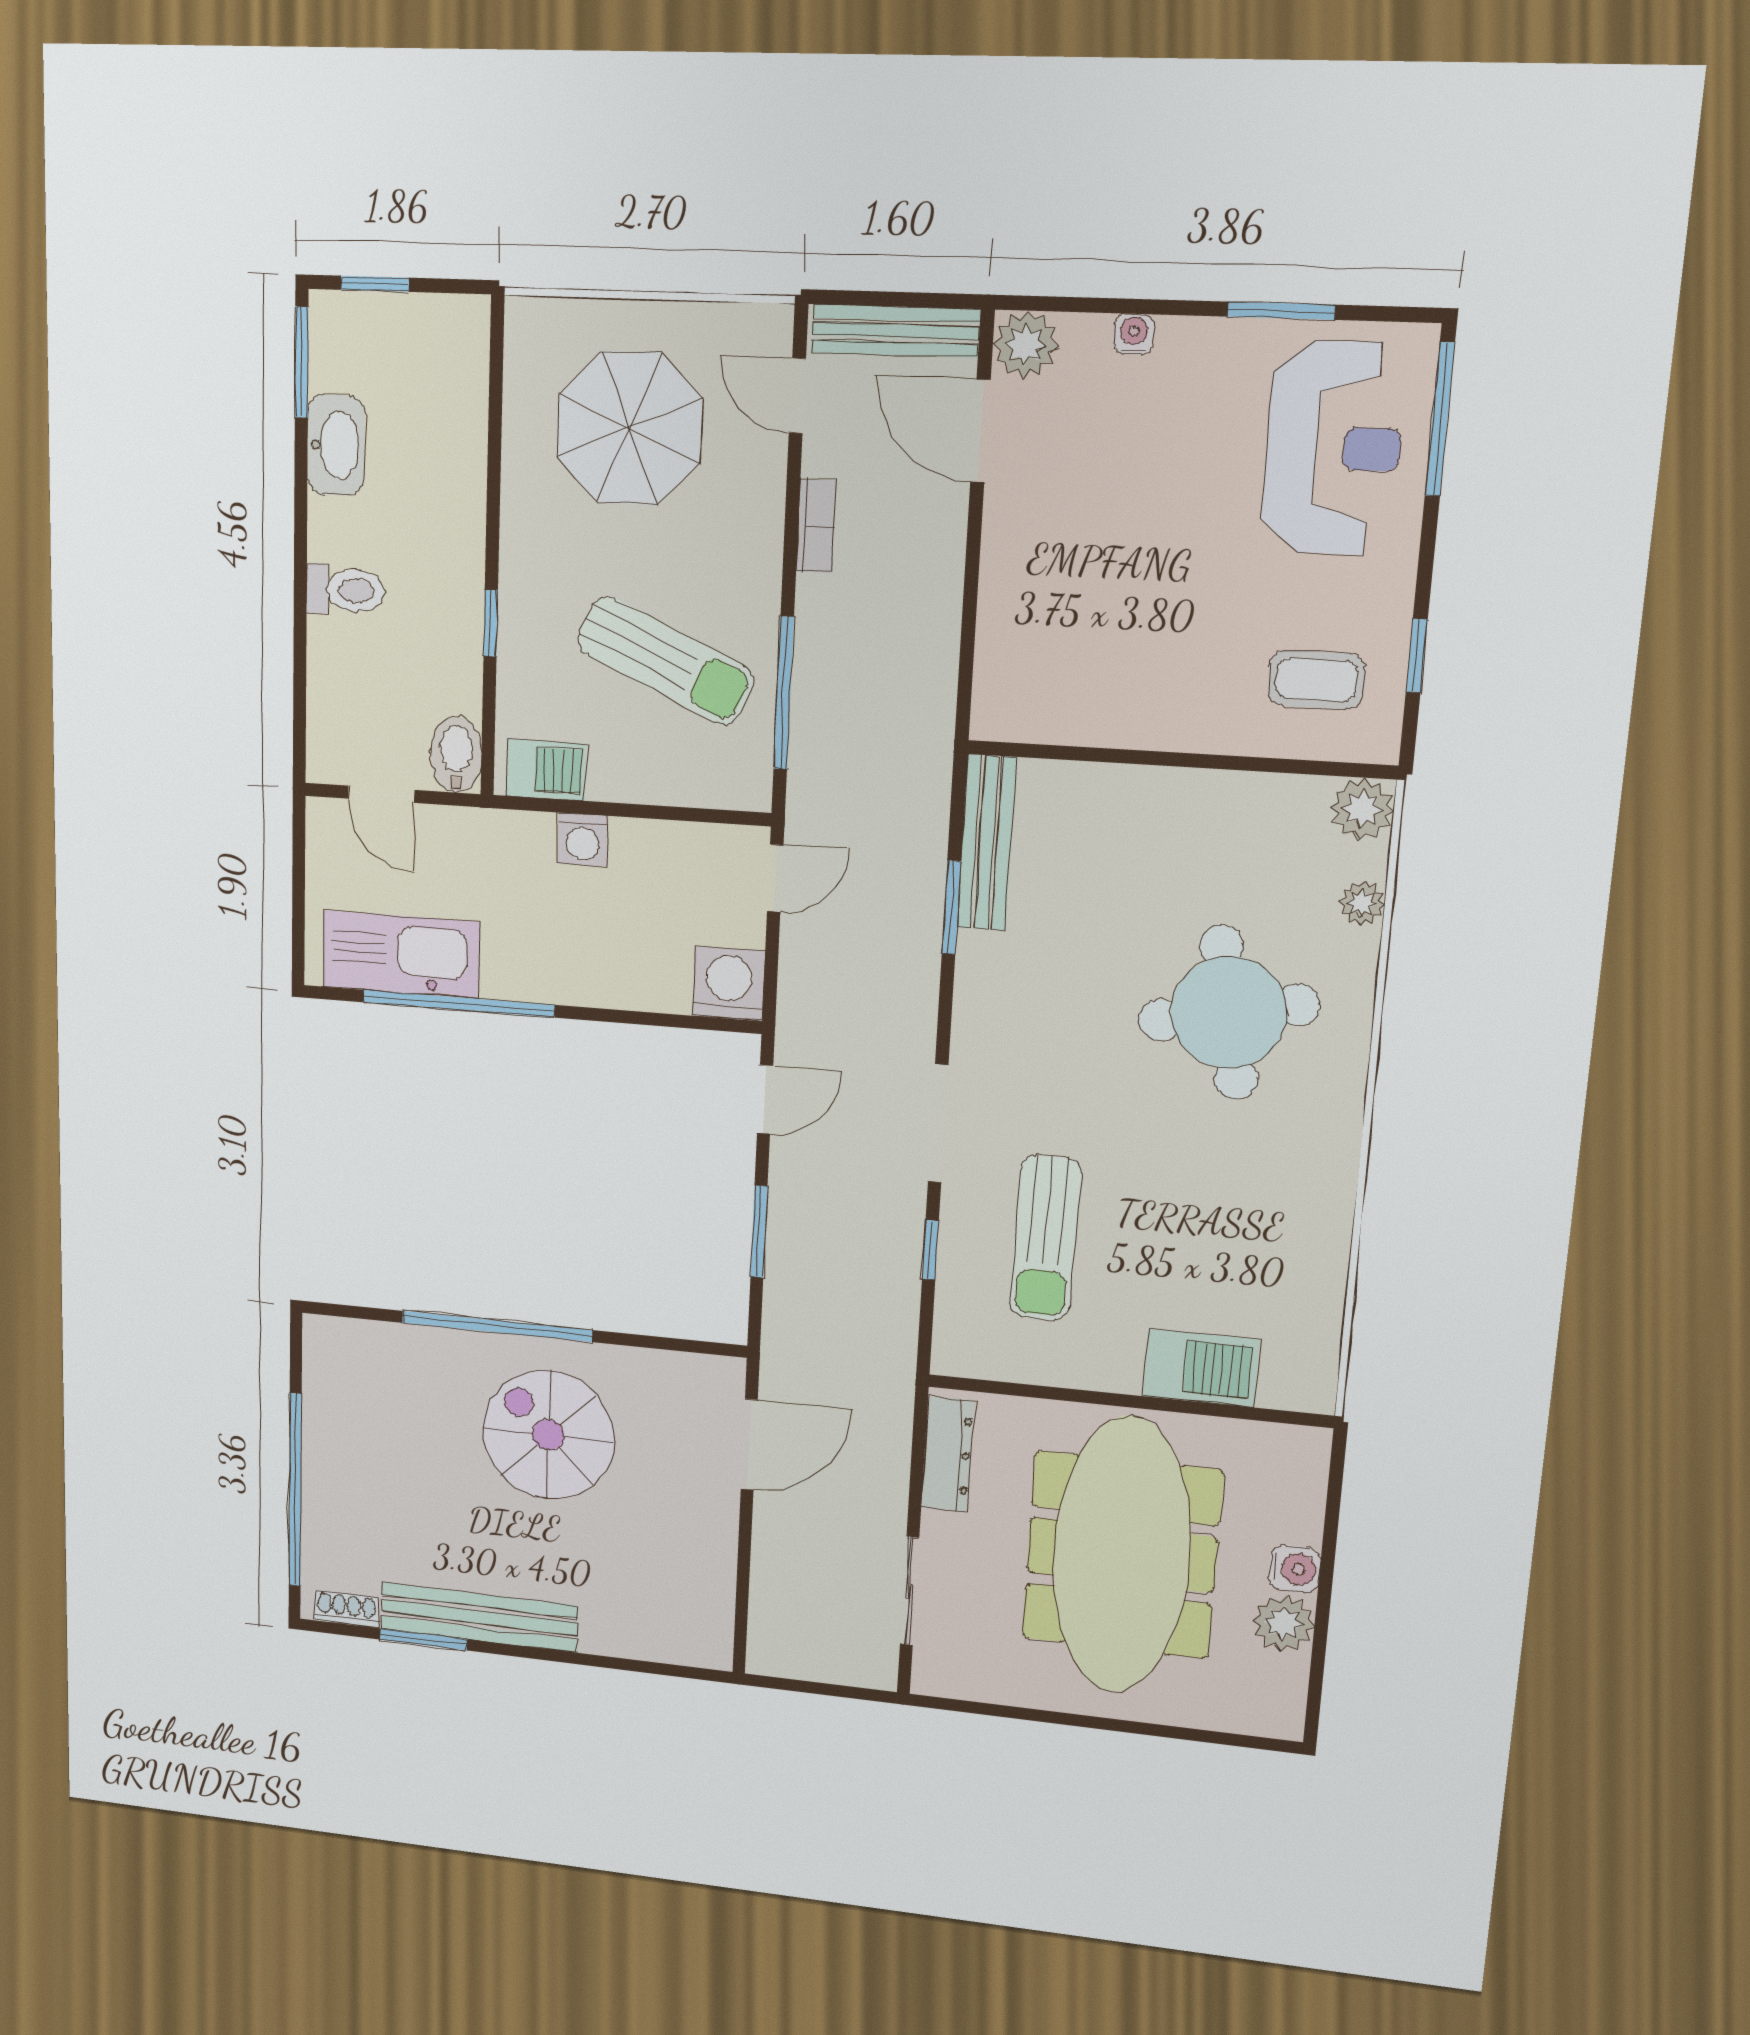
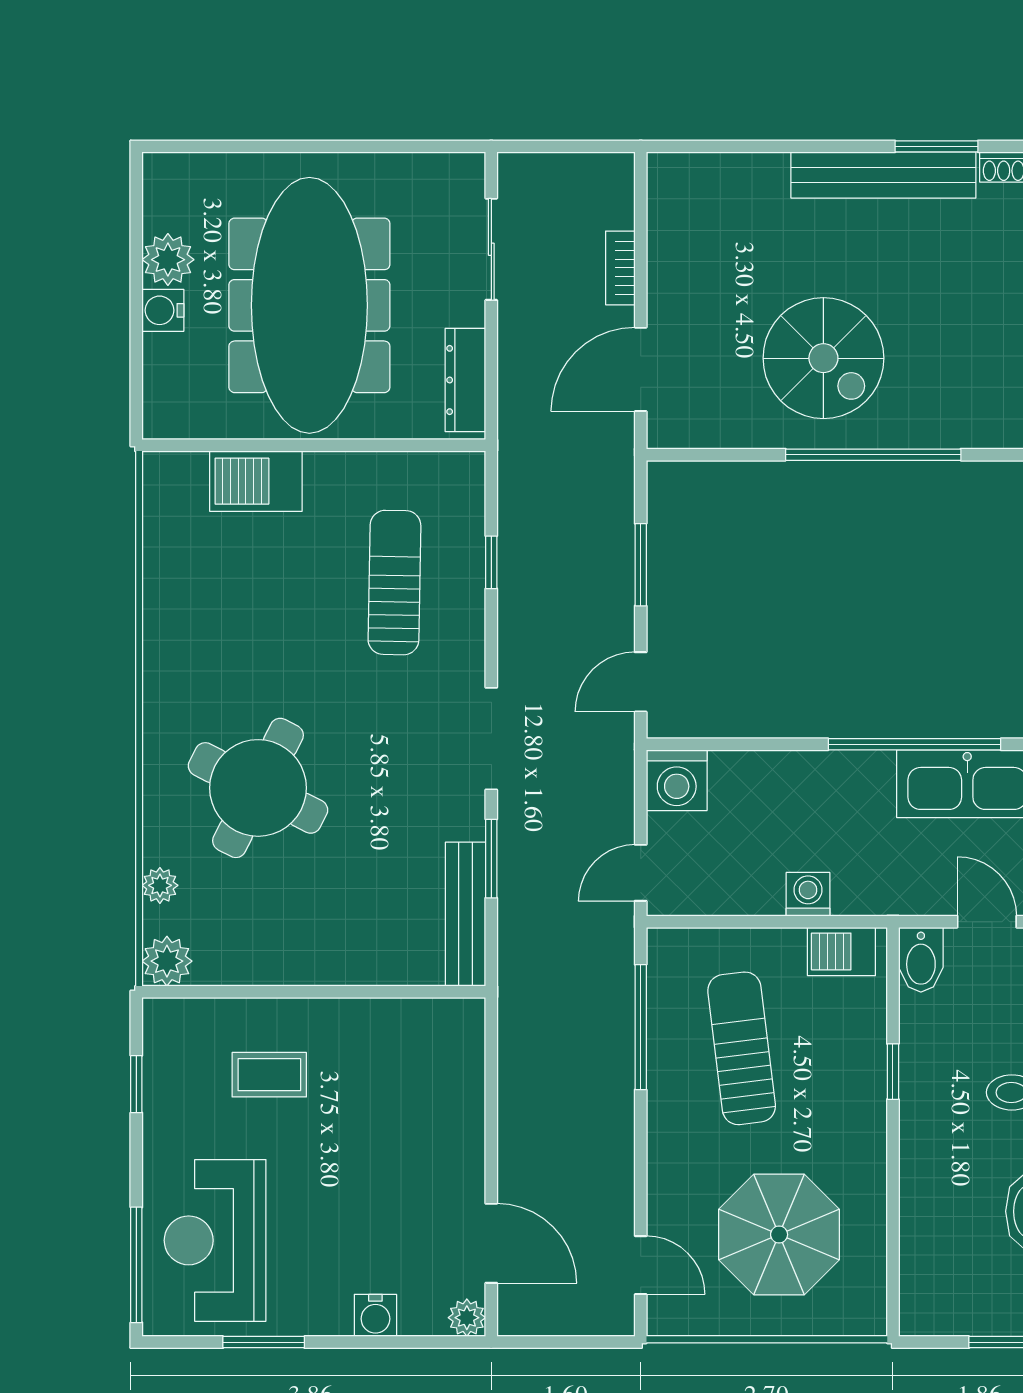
bench: (896, 331) -> (564, 1318), removed
water cooler: (1134, 334) -> (375, 1315), width x1.38, depth x1.38
plant: (1025, 345) -> (467, 1318), width x0.73, depth x0.73
bookcase: (816, 526) -> (620, 268), moved
sun lounger: (666, 661) -> (742, 1048), turned 59
coffee table: (1317, 680) -> (269, 1075), moved
round table: (1229, 1012) -> (258, 788), turned 38
doorway: (938, 1124) -> (491, 739), moved

